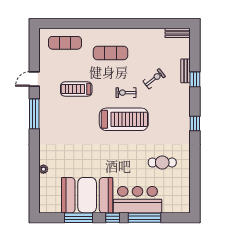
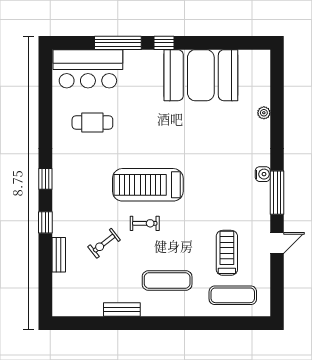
bench: (178, 33) -> (122, 310), moved
window: (195, 79) -> (45, 222), moved
treadmill: (76, 89) -> (227, 253), moved, turned -90
water cooler: (44, 127) -> (263, 174), added
bar counter: (137, 200) -> (88, 69), moved
window: (79, 218) -> (213, 43), removed

